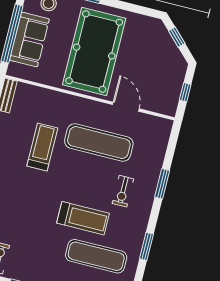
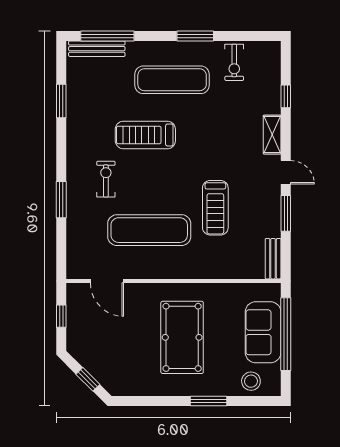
pool table: (94, 52) -> (182, 337), width x0.73, depth x0.76
door: (126, 107) -> (107, 281), moved
window: (146, 246) -> (61, 101), moved
exercise mat: (96, 256) -> (172, 80), moved

